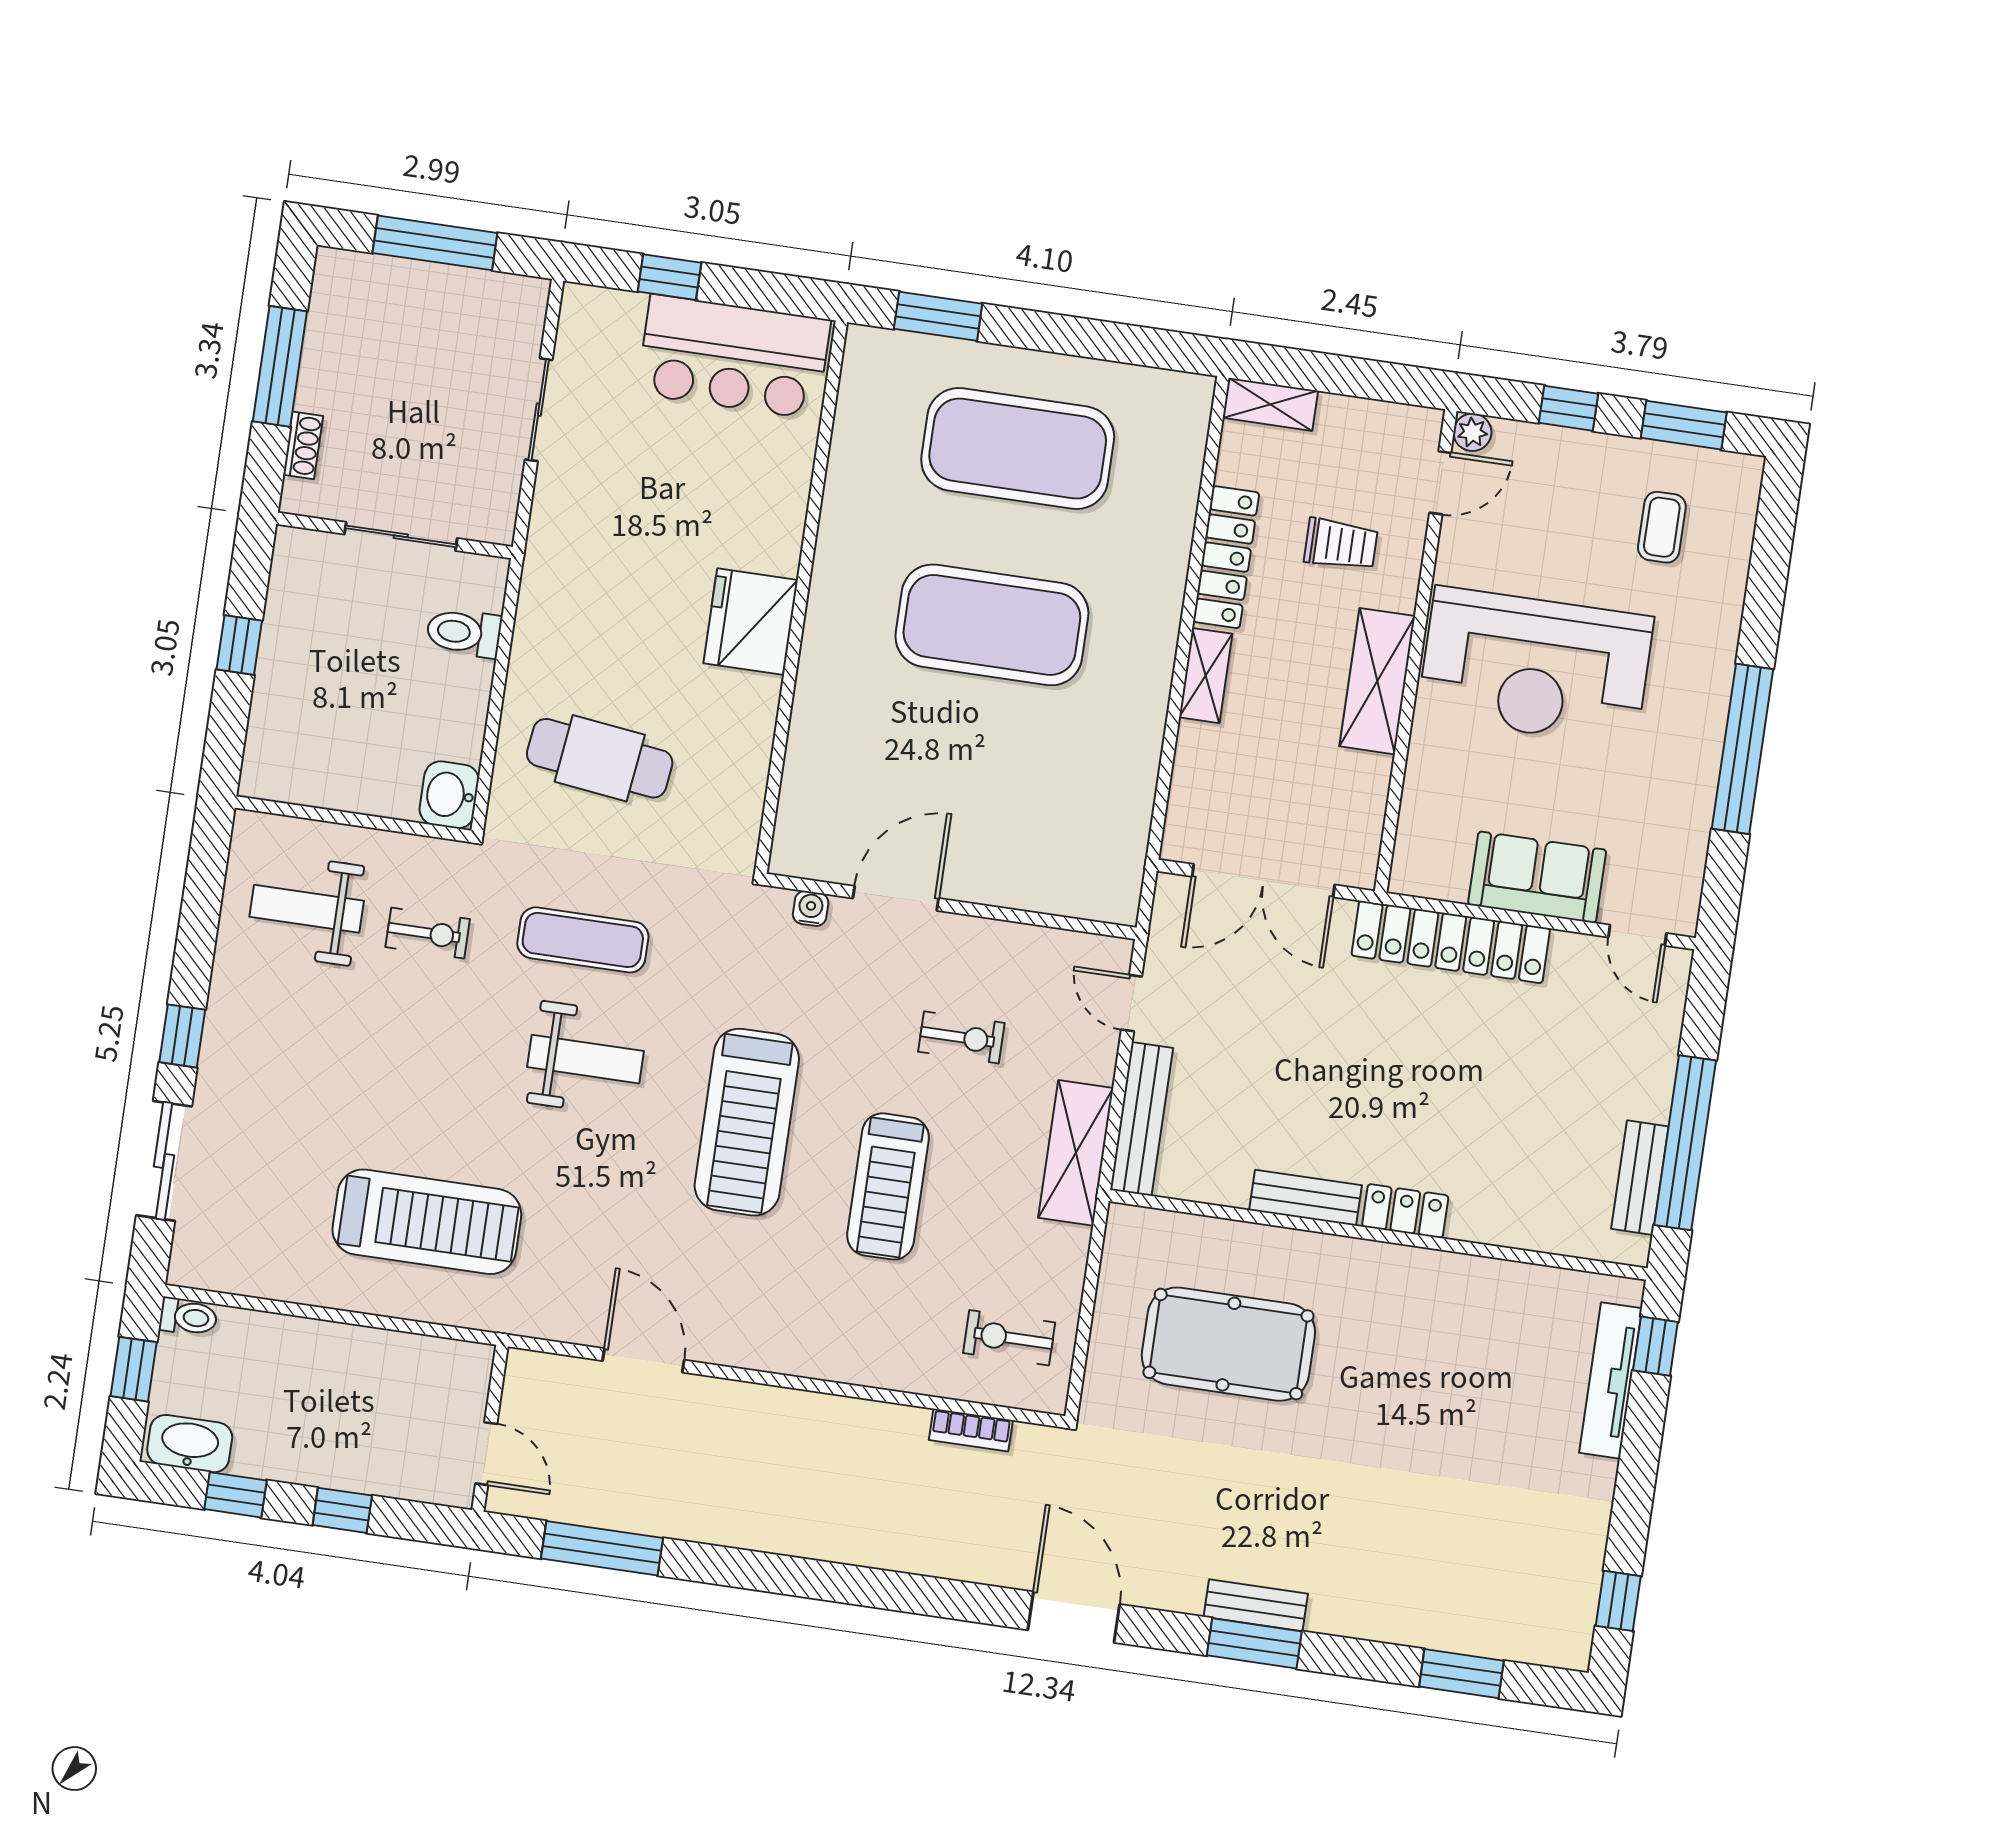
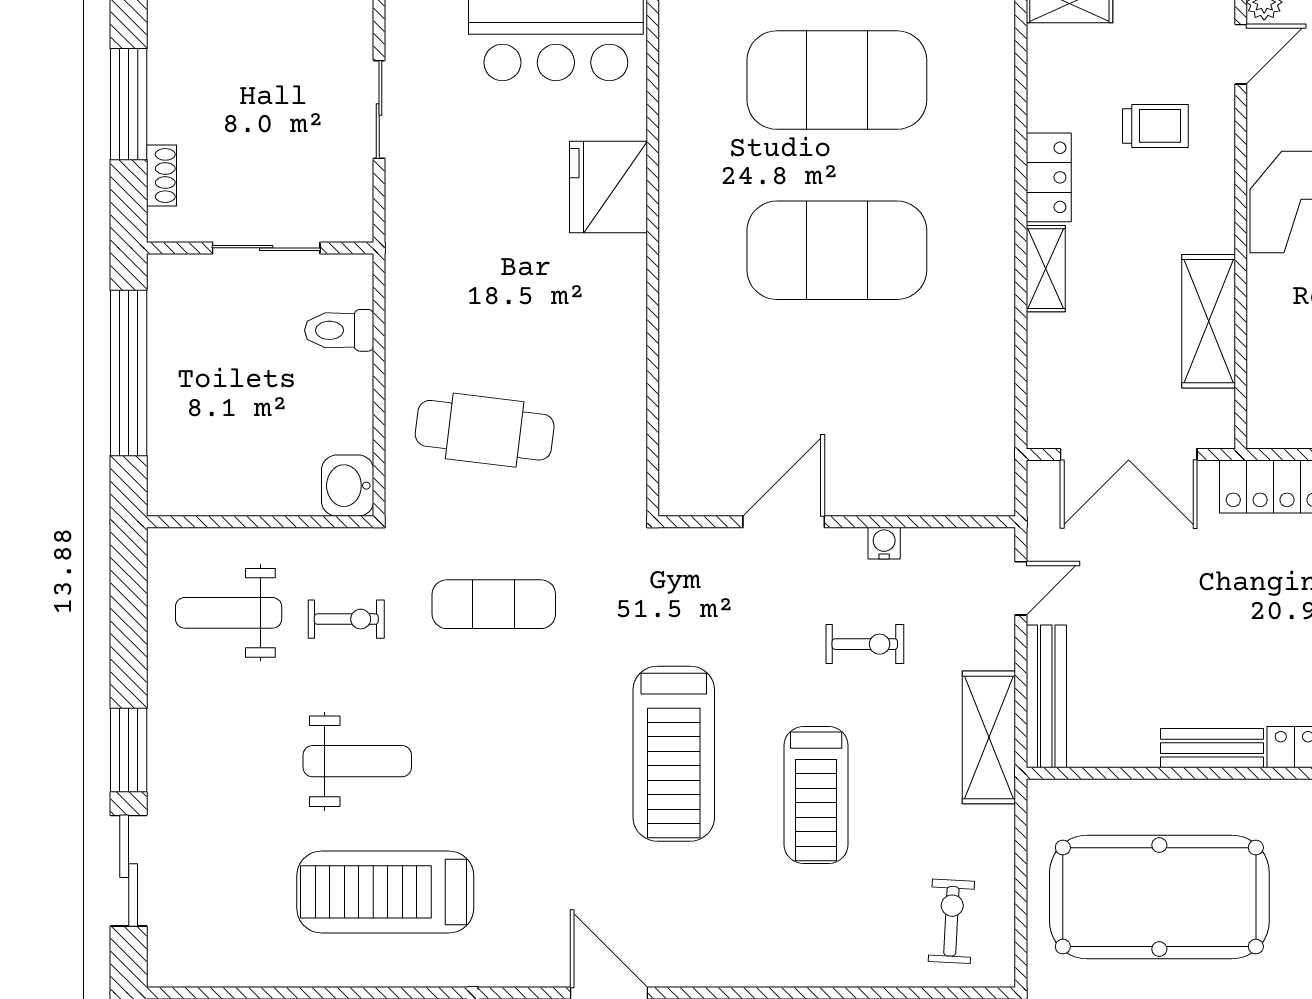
locker: (1226, 557) -> (1049, 177), width x0.66
fridge: (751, 622) -> (609, 187), moved
window: (239, 645) -> (129, 373), width x3.17
shelving: (1377, 681) -> (1209, 321), moved
water cooler: (811, 908) -> (884, 543), moved
door: (1132, 1003) -> (1021, 588), swing flipped
window: (182, 1036) -> (129, 750), width x1.50
weight bench: (586, 1059) -> (357, 761), moved
treadmill: (427, 1222) -> (385, 892), turned 180
exercise bike: (1009, 1338) -> (951, 921), turned 93
pool table: (1228, 1344) -> (1159, 897), width x1.36, depth x1.32

